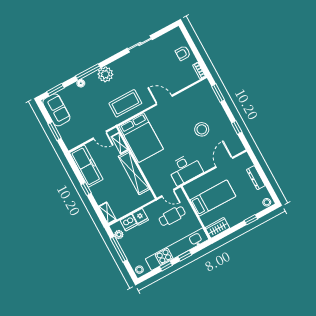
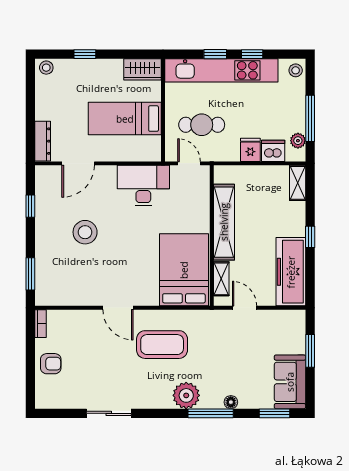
coffee table: (125, 103) -> (162, 345), moved
dresser: (256, 178) -> (43, 141), moved

